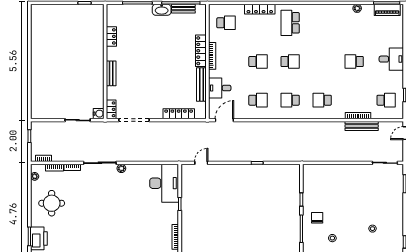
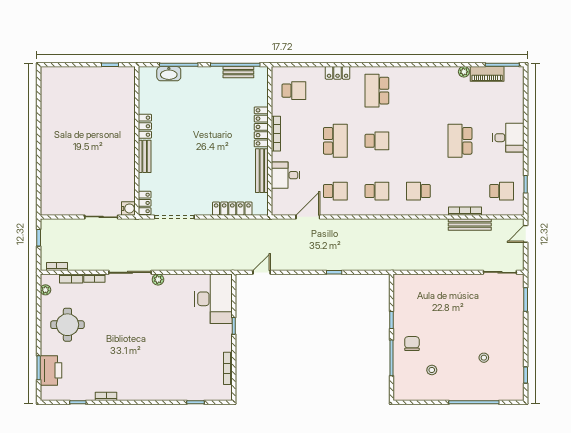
locker: (260, 9) -> (338, 73), width x0.66
washbasin: (162, 10) -> (169, 74), moved
piano: (387, 10) -> (487, 74), moved
locker: (111, 36) -> (145, 126), moved
school desk: (258, 61) -> (335, 141), width x1.85
school desk: (354, 61) -> (460, 141), width x1.85
school desk: (290, 100) -> (377, 191), turned 180
door: (224, 120) -> (308, 217), moved

